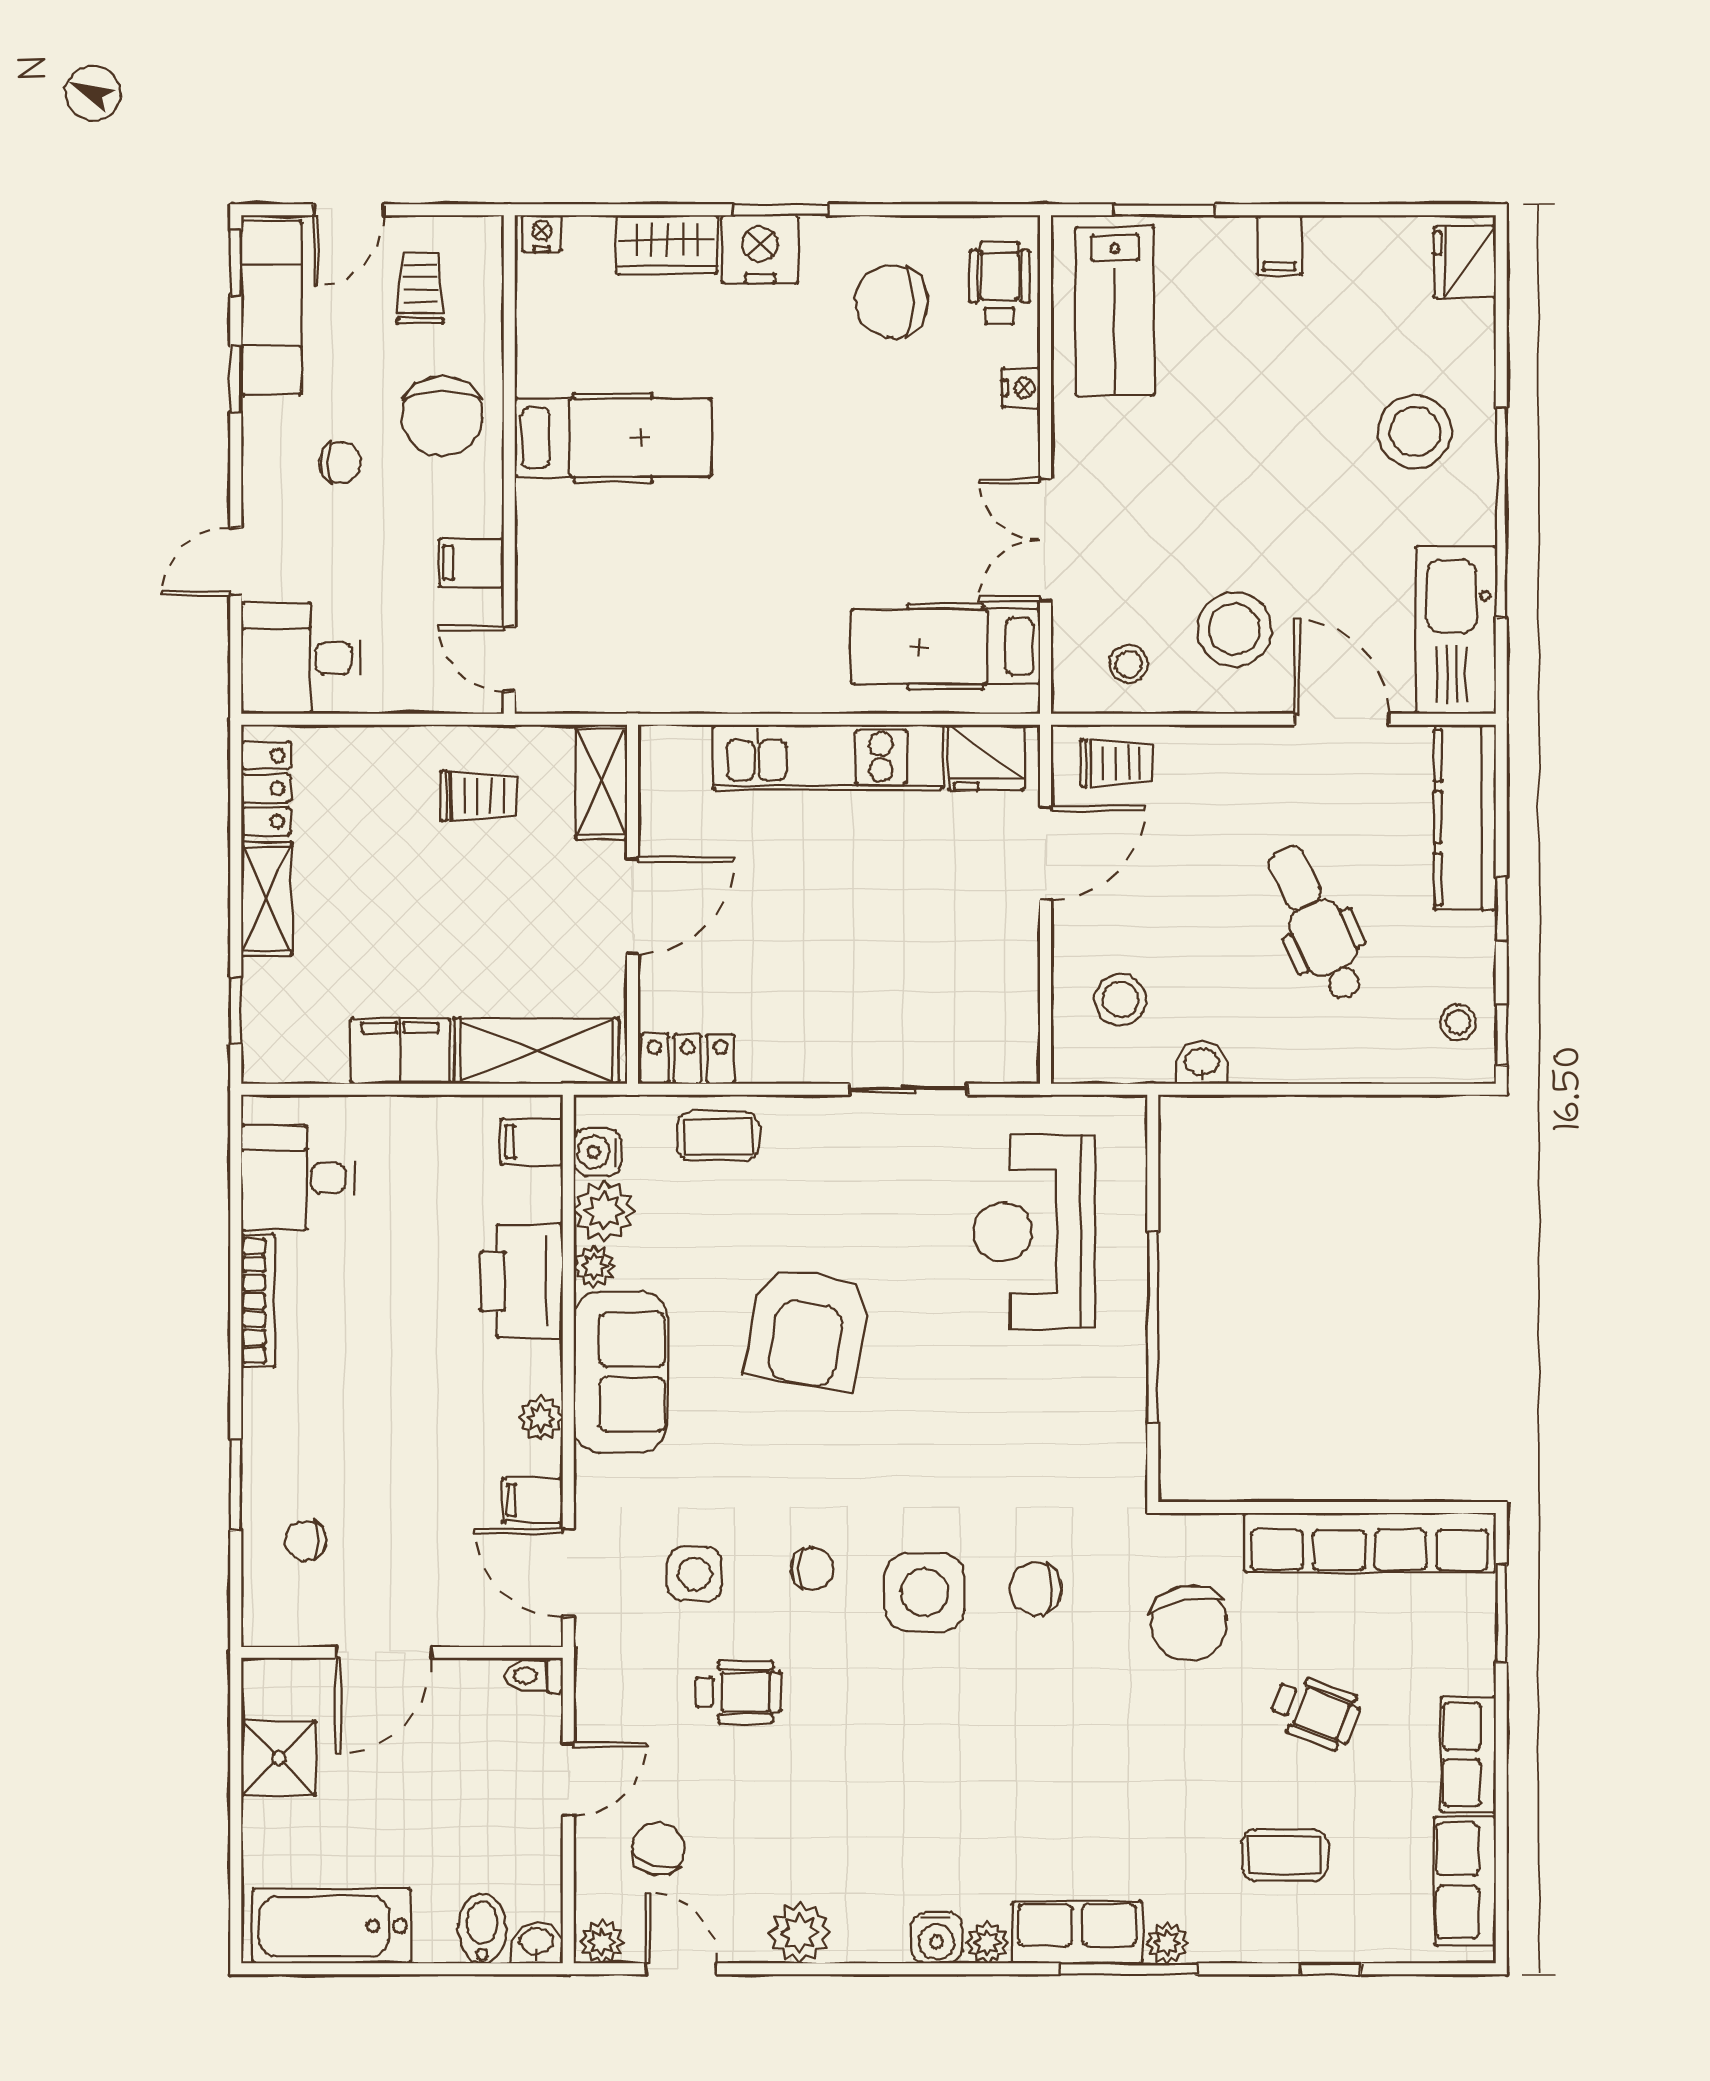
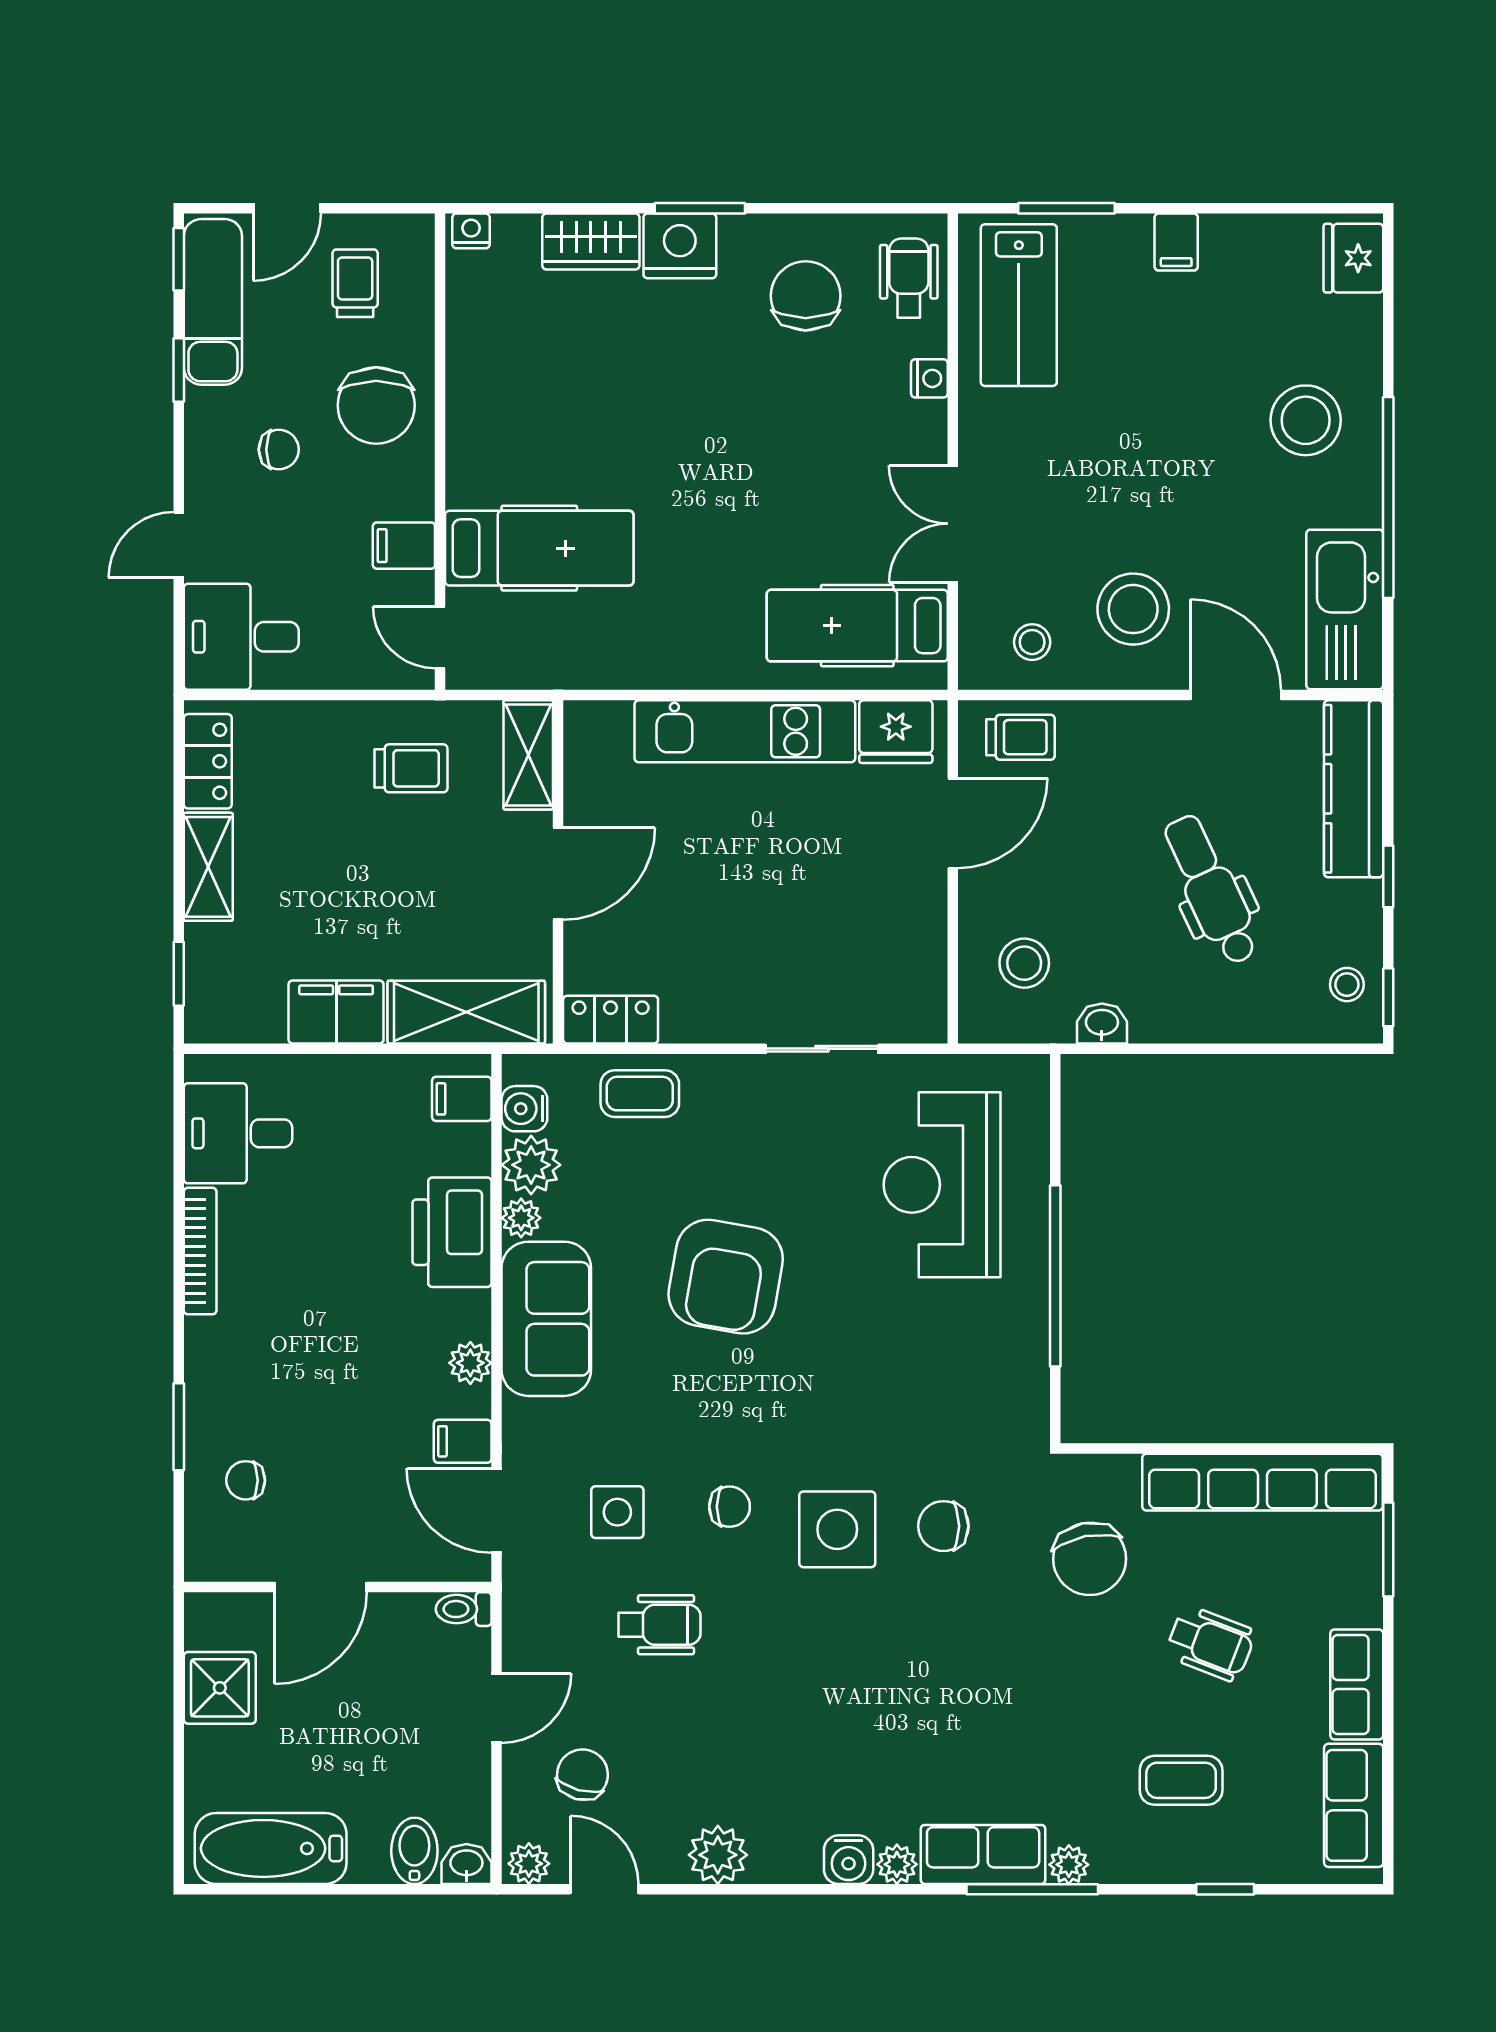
chair: (892, 302) -> (806, 296), turned 90
hospital bed: (613, 438) -> (539, 548), moved

